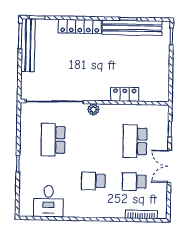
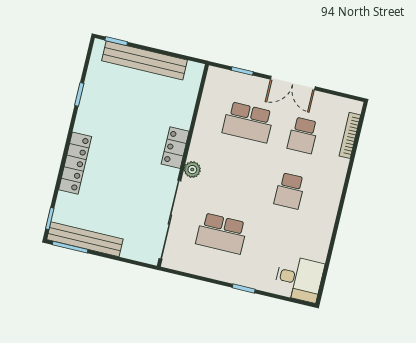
bench: (132, 28) -> (145, 60), moved, turned 90
locker: (125, 94) -> (175, 148), moved
desk: (48, 201) -> (299, 279), moved

